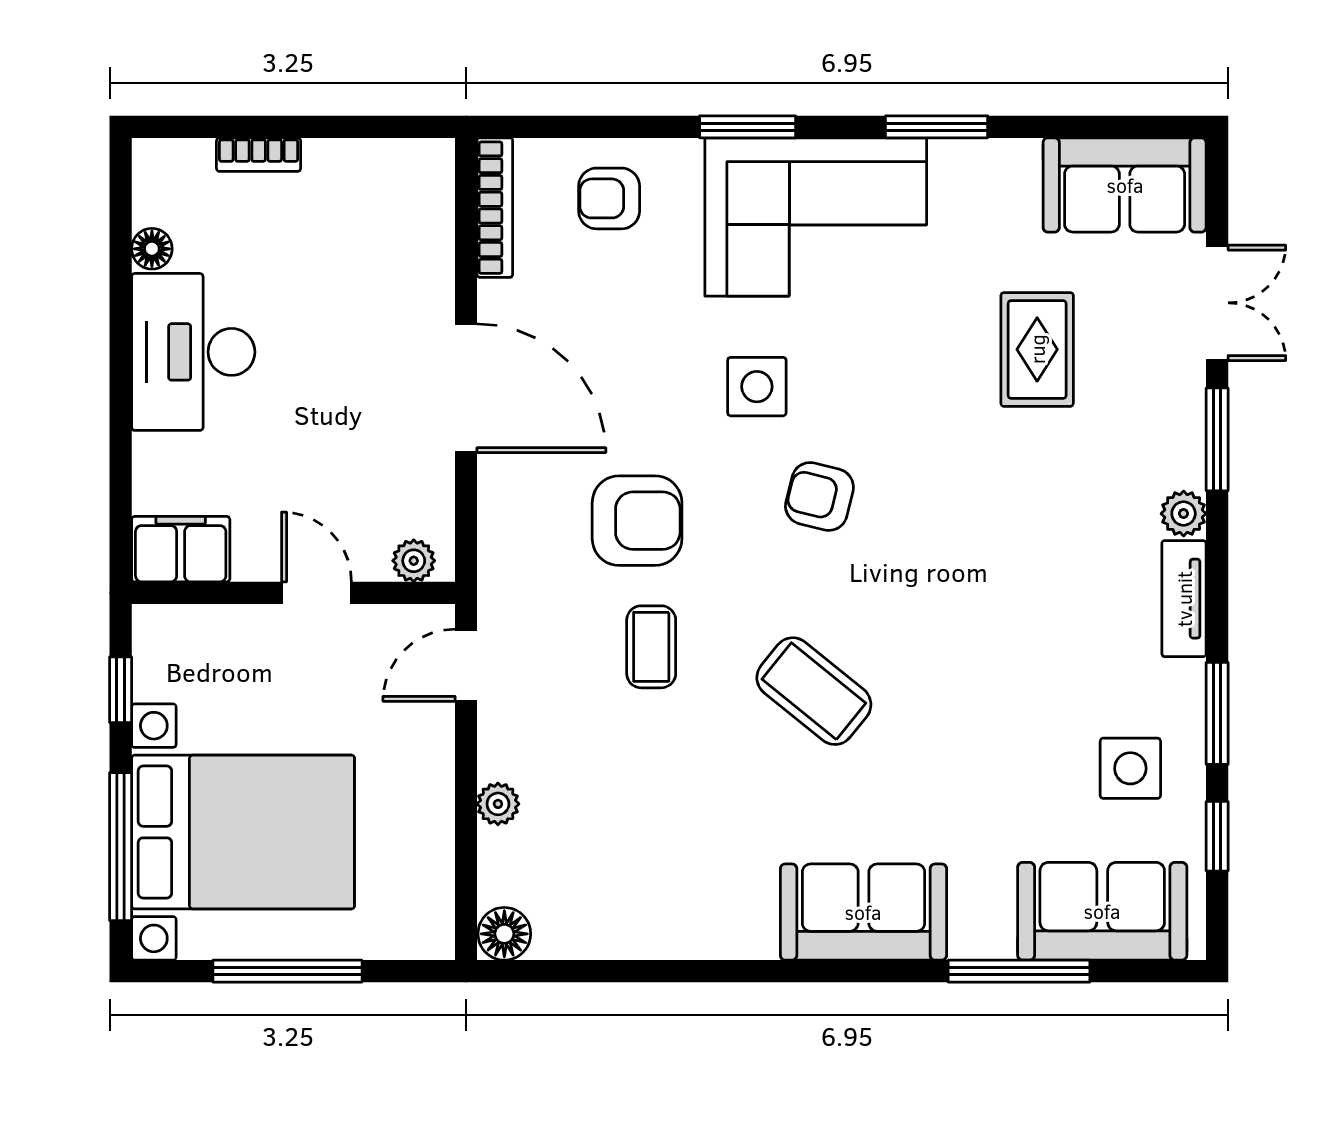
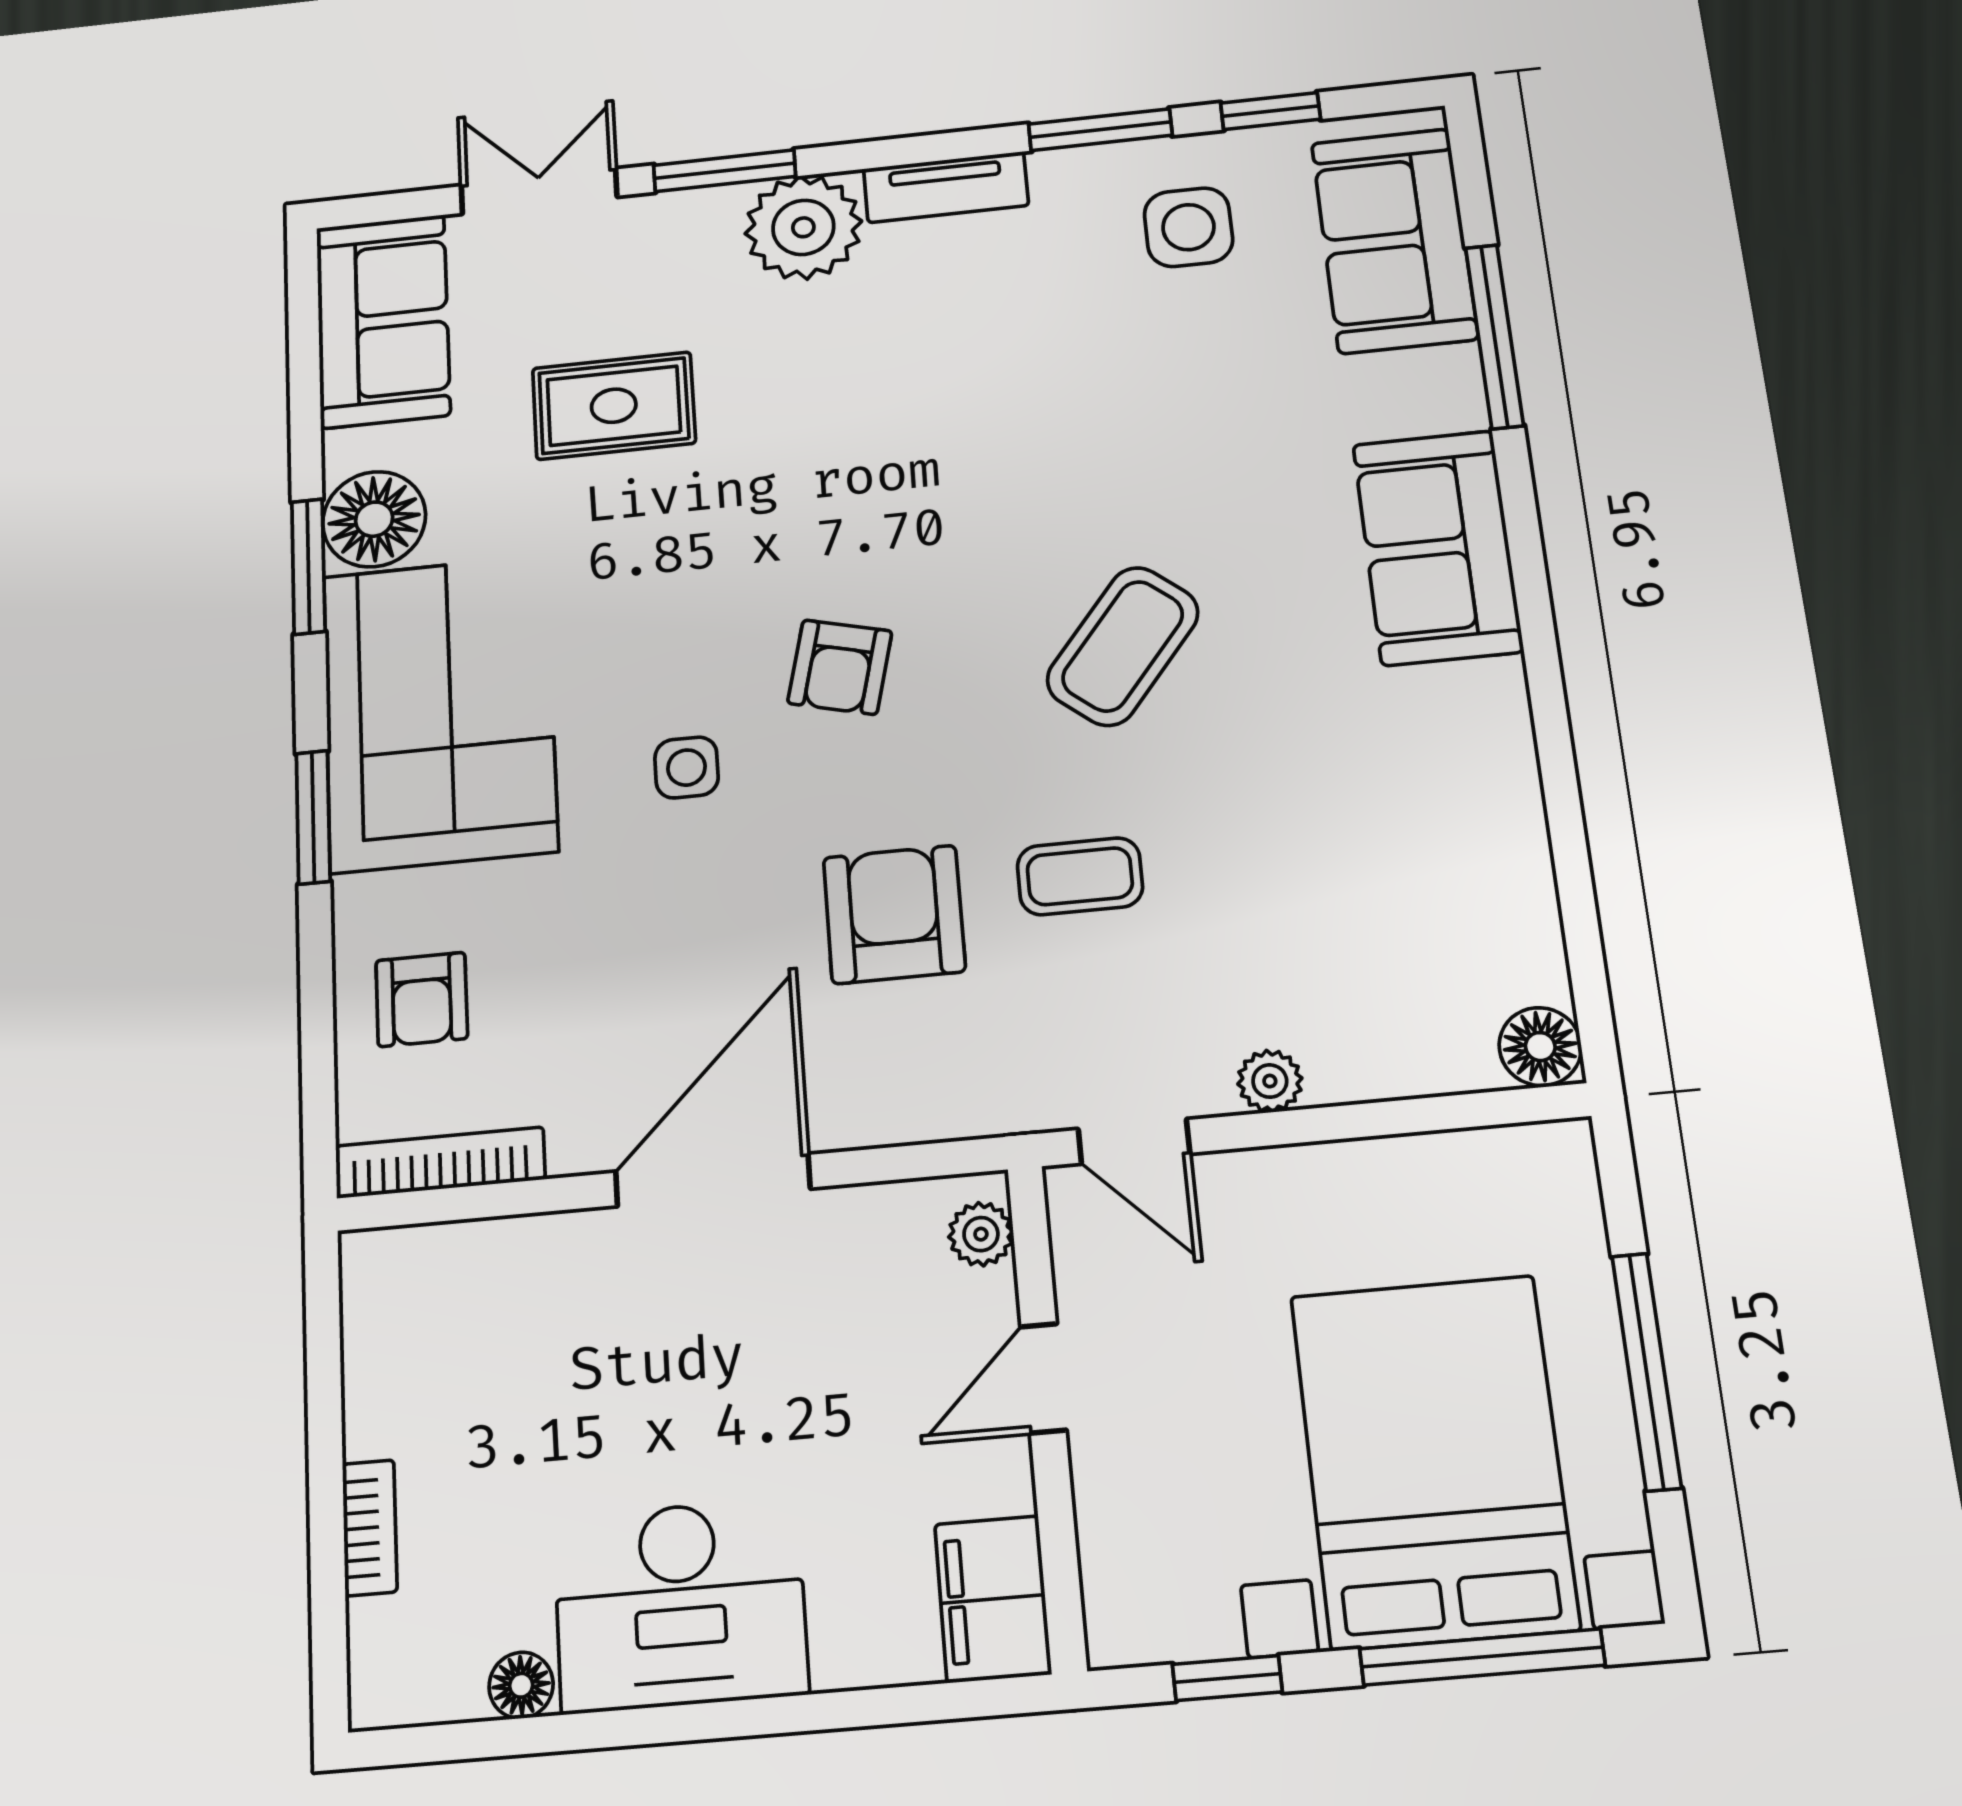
floor lamp: (968, 175) -> (374, 519), added
side table: (757, 387) -> (686, 768), width x0.73, depth x0.73
plant: (1184, 514) -> (803, 227), width x1.88, depth x1.88
plant: (498, 804) -> (1270, 1081), moved

